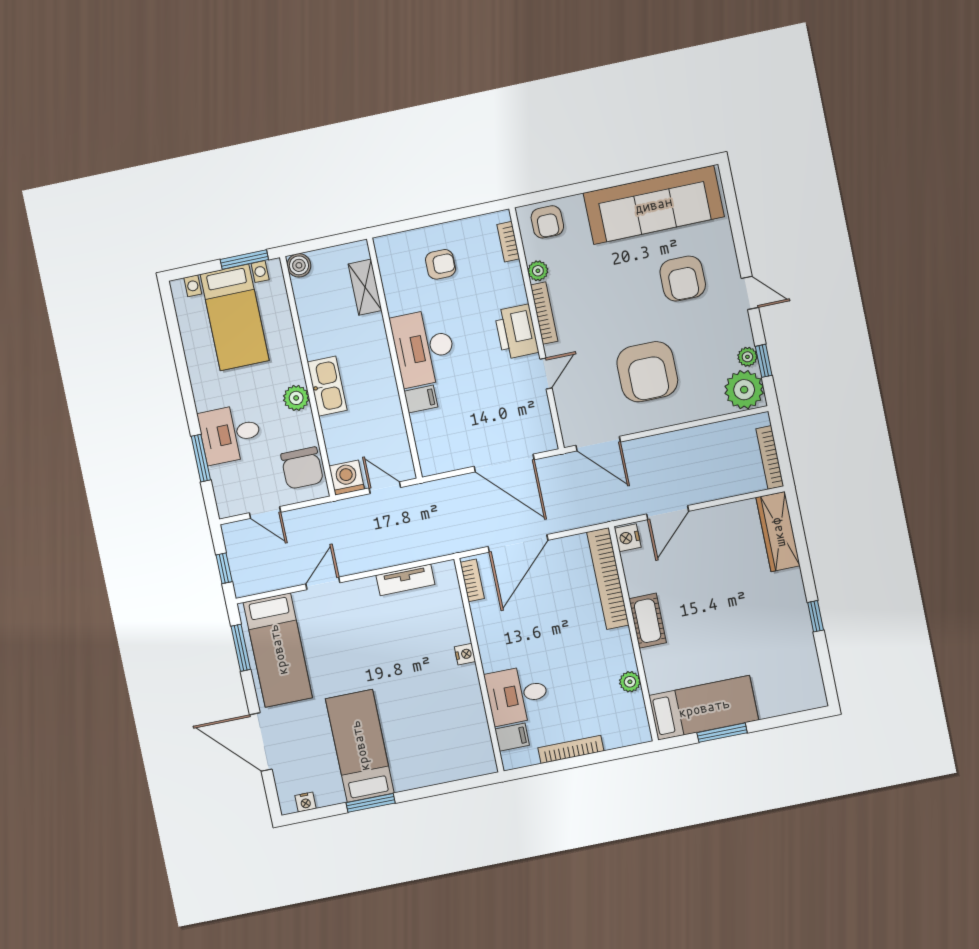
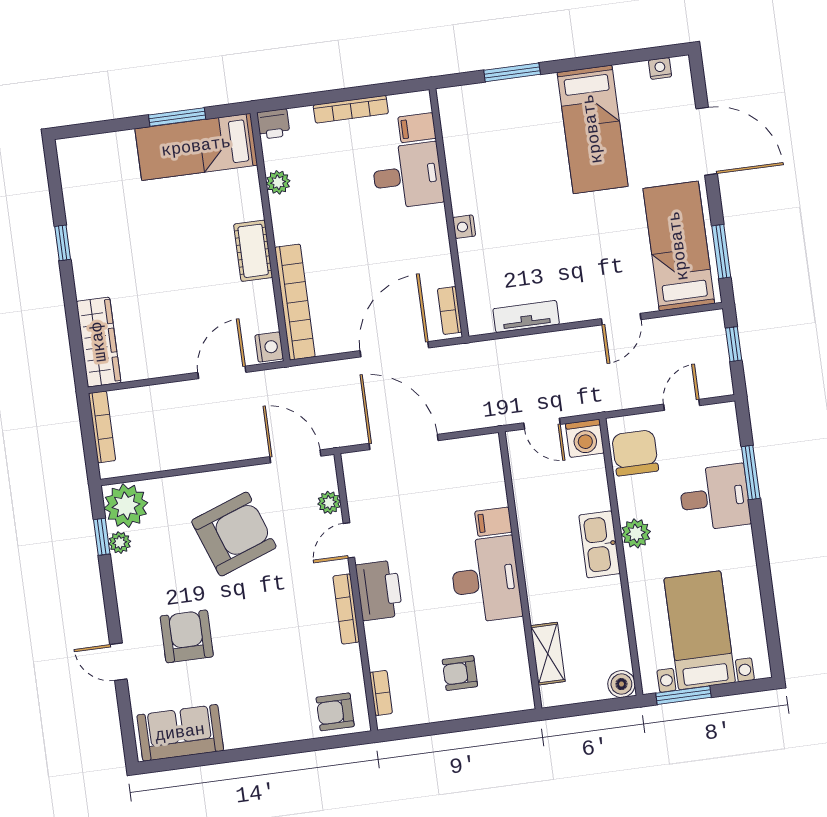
sofa: (654, 205) -> (180, 733), width x0.54, depth x0.79
armchair: (547, 222) -> (335, 712), turned -90
plant: (538, 271) -> (329, 503), moved
door: (750, 293) -> (118, 662), moved
armchair: (647, 372) -> (234, 534), turned 70
door: (265, 513) -> (682, 405), hinge flipped
printer: (638, 732) -> (273, 124), added
window: (371, 803) -> (512, 72), moved

